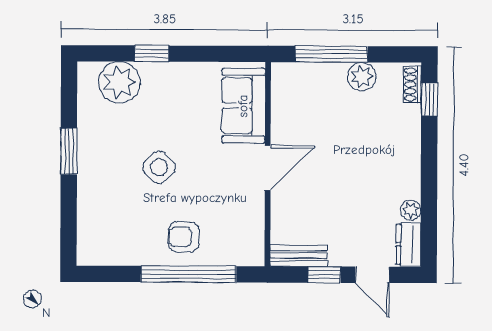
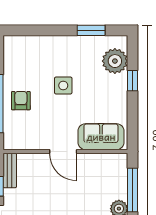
window: (69, 151) -> (91, 30), moved
side table: (159, 167) -> (63, 85), turned 45

